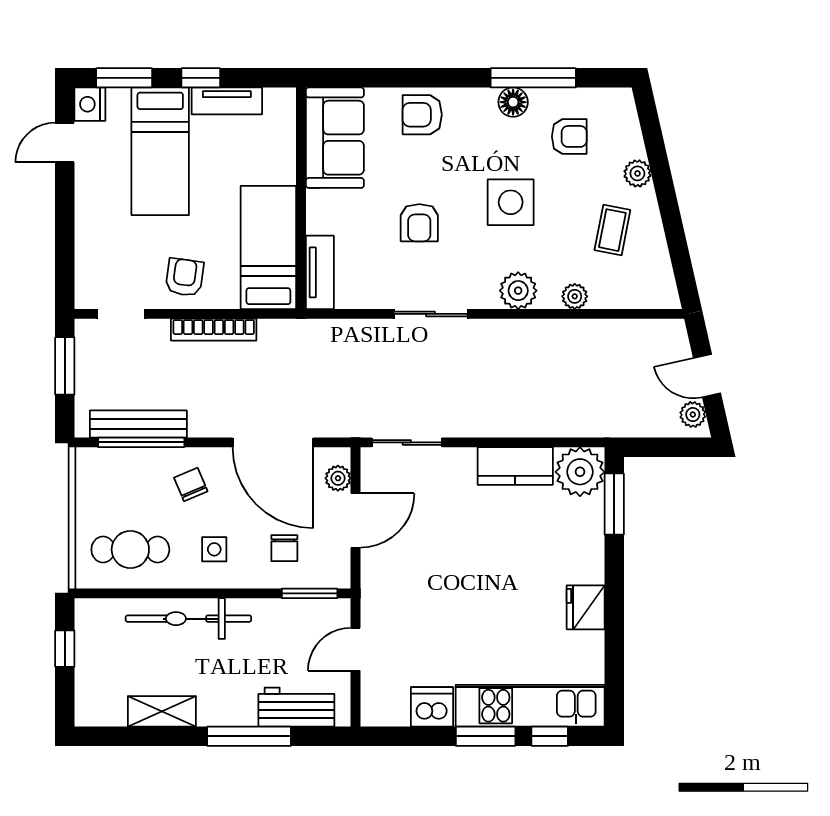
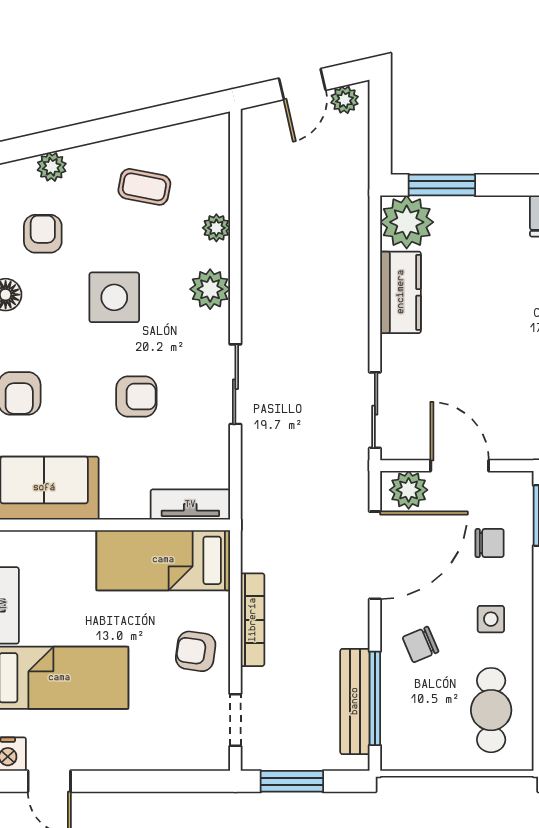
plant: (637, 173) -> (52, 167), moved
plant: (338, 478) -> (409, 490), width x1.38, depth x1.38

